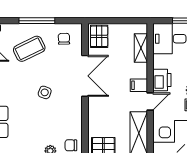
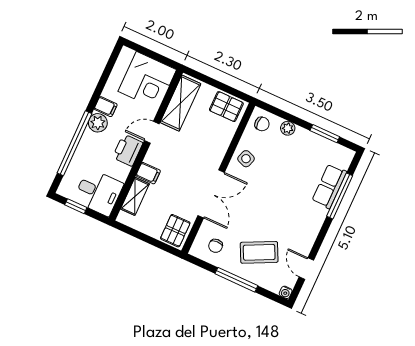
double door: (85, 76) -> (211, 194), swing flipped
filing cabinet: (139, 85) -> (148, 173), moved
side table: (45, 92) -> (246, 159), moved

